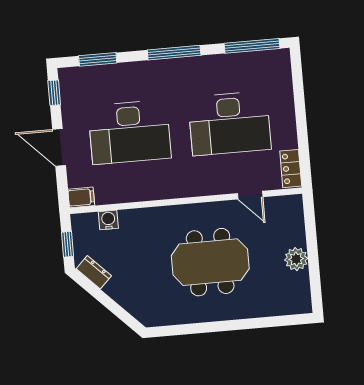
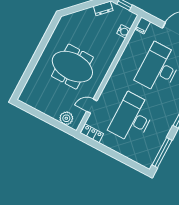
plant: (296, 259) -> (66, 118), moved
meeting table: (210, 262) -> (72, 67), turned 90

